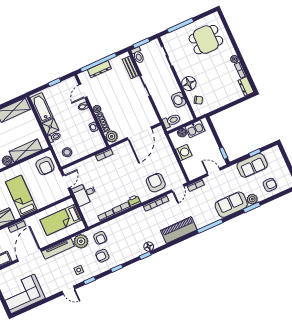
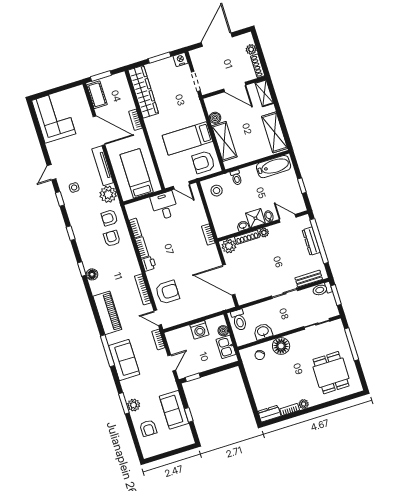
shower: (50, 127) -> (255, 218), moved
bed: (21, 196) -> (187, 138), moved, turned 180
sofa: (231, 205) -> (124, 360), moved
armchair: (102, 256) -> (112, 238), moved

